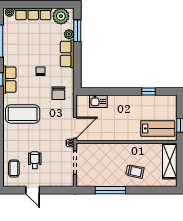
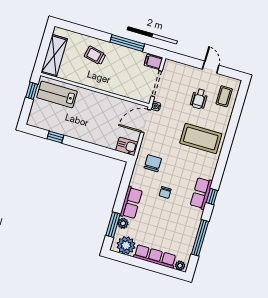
kitchen sink: (98, 101) -> (127, 146), moved
coffee table: (23, 114) -> (201, 139), moved
filing cabinet: (83, 181) -> (153, 62), added

